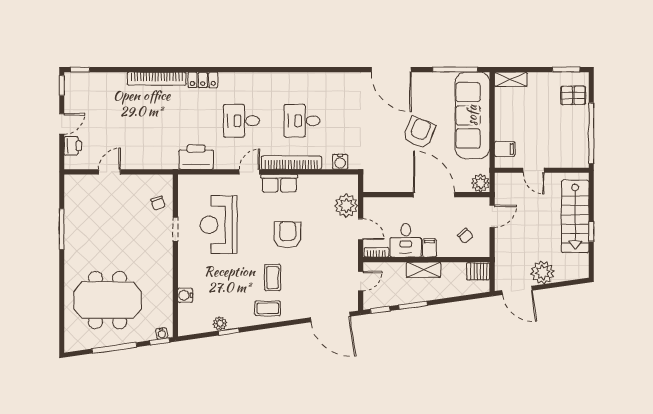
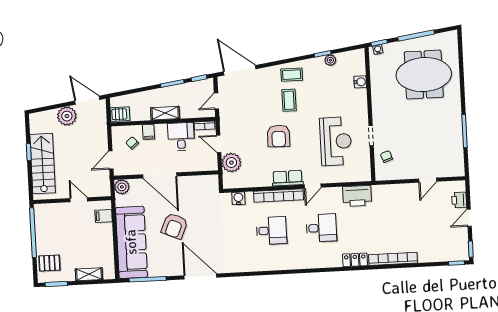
shelving: (511, 79) -> (89, 274), moved
filing cabinet: (430, 248) -> (149, 132), moved

